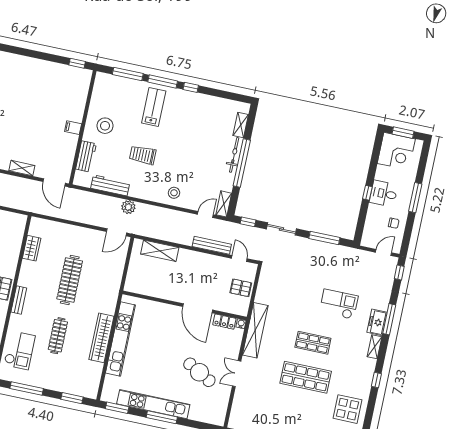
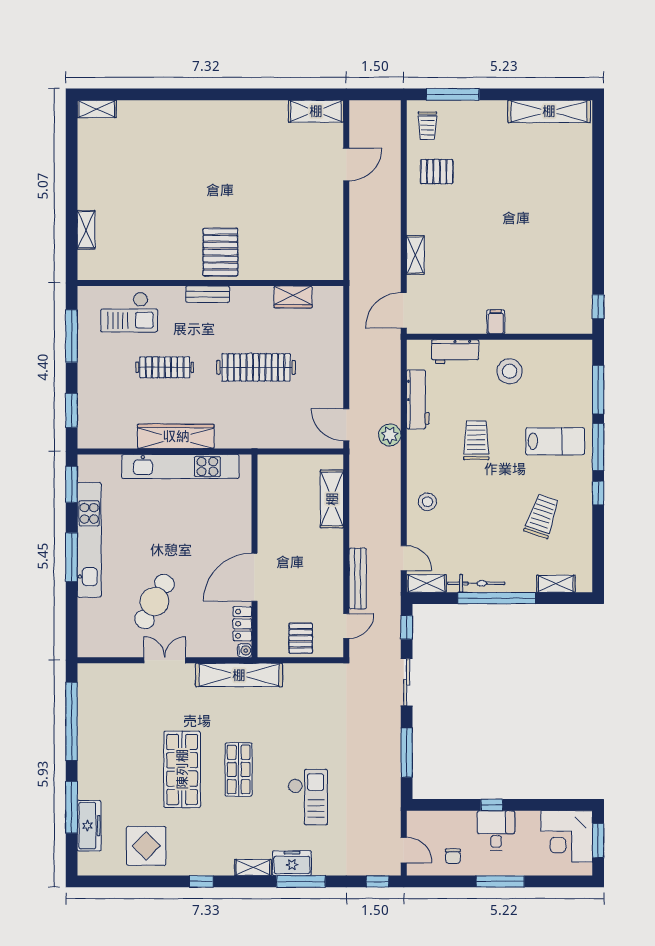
trolley: (198, 125) -> (542, 516), added
bicycle: (234, 155) -> (476, 583), moved

